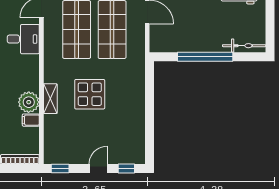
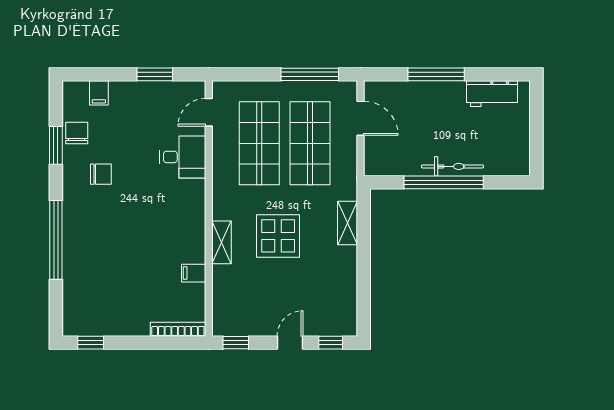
bicycle: (244, 46) -> (452, 166), moved
shelving: (138, 85) -> (348, 223), added
plant: (29, 102) -> (191, 247), removed

